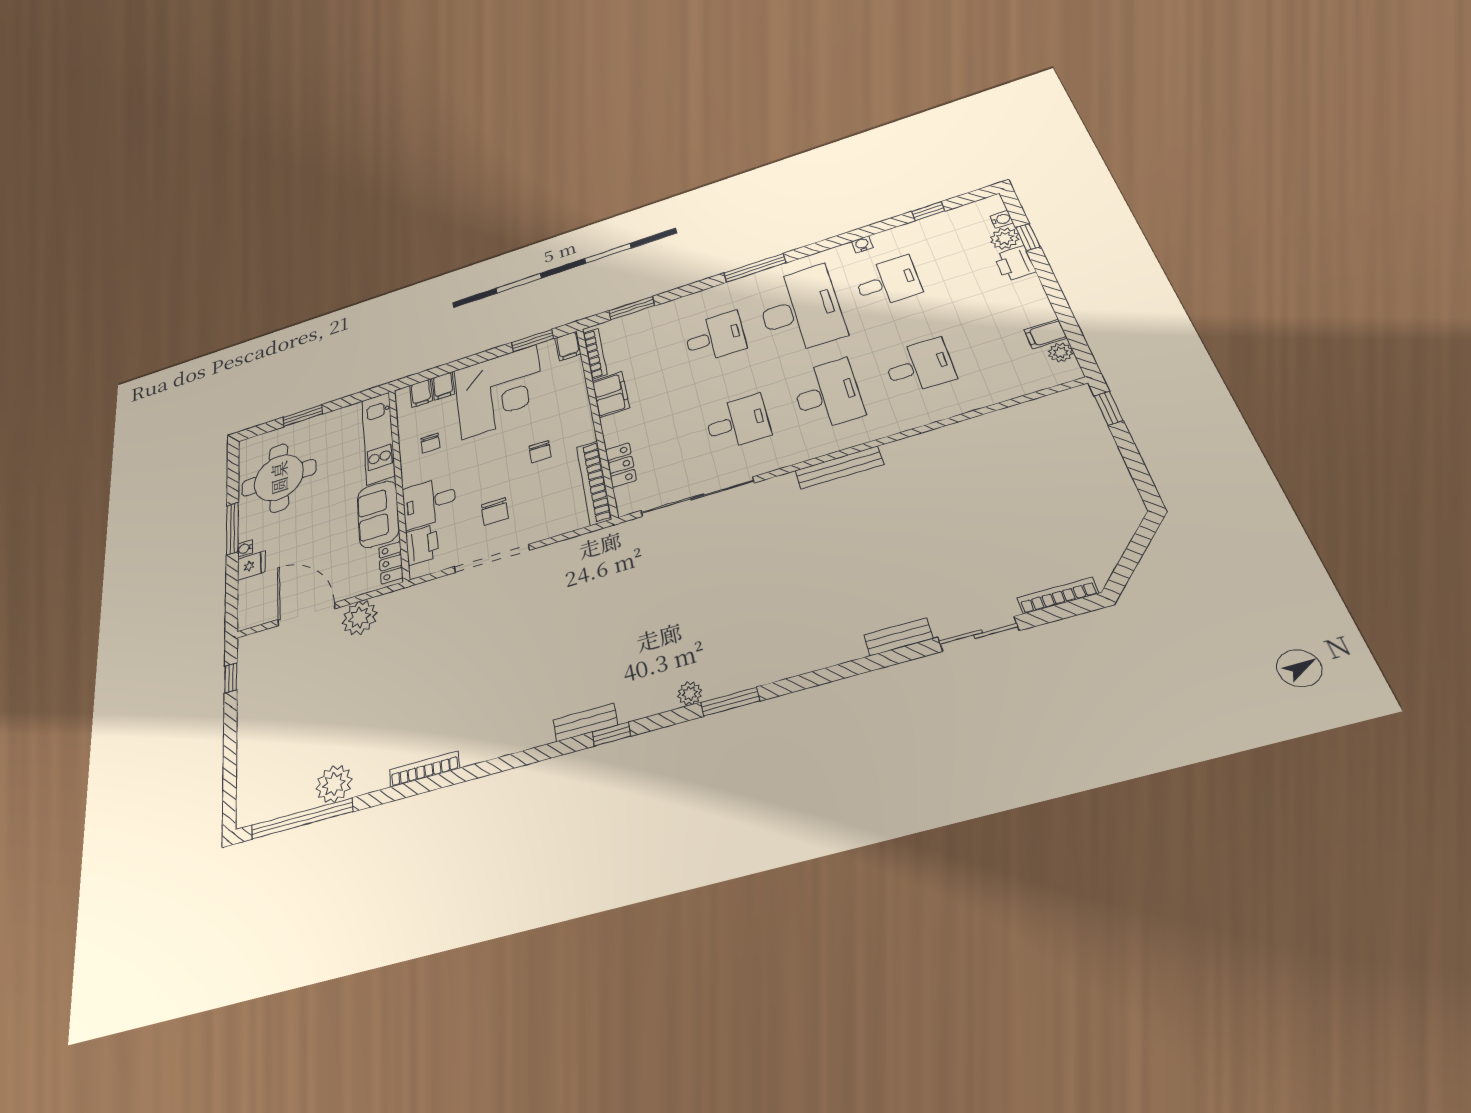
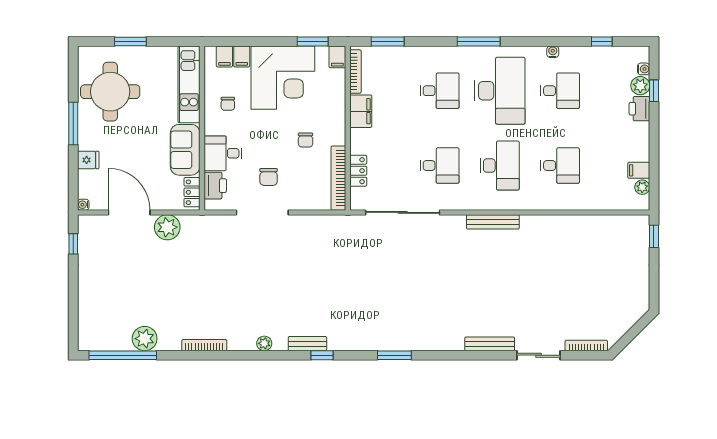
water cooler: (245, 548) -> (83, 205), moved
bench: (898, 637) -> (490, 344), width x1.36
plant: (690, 693) -> (264, 343), moved

